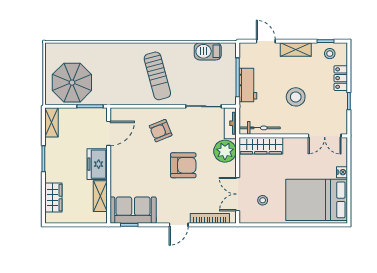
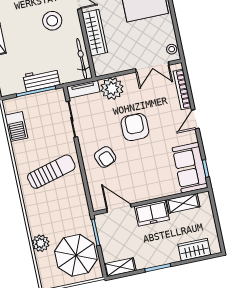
plant: (91, 51) -> (41, 243), added
stool: (296, 97) -> (52, 21), moved
wardrobe: (261, 146) -> (95, 33), moved
stool: (263, 200) -> (172, 49), moved
door: (179, 225) -> (195, 119), swing flipped

